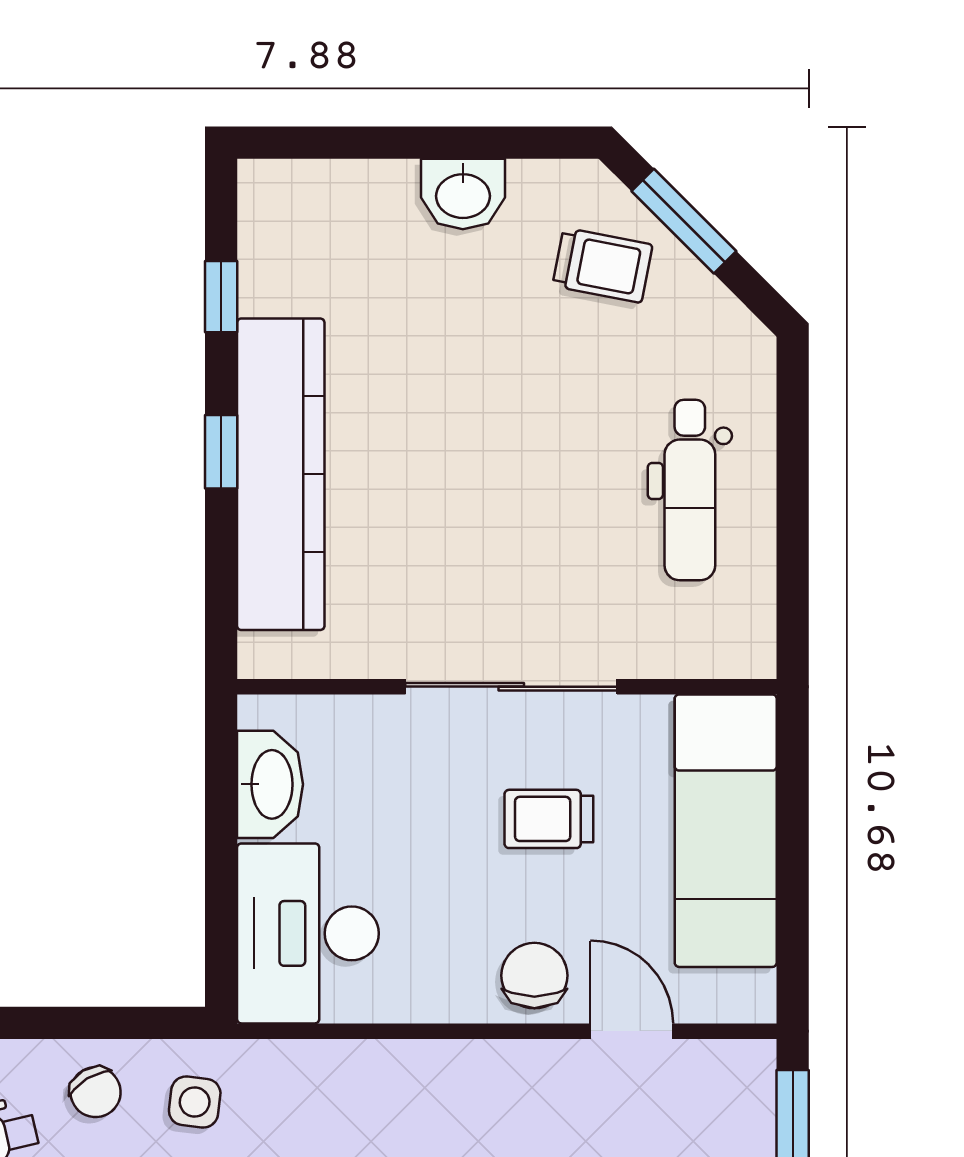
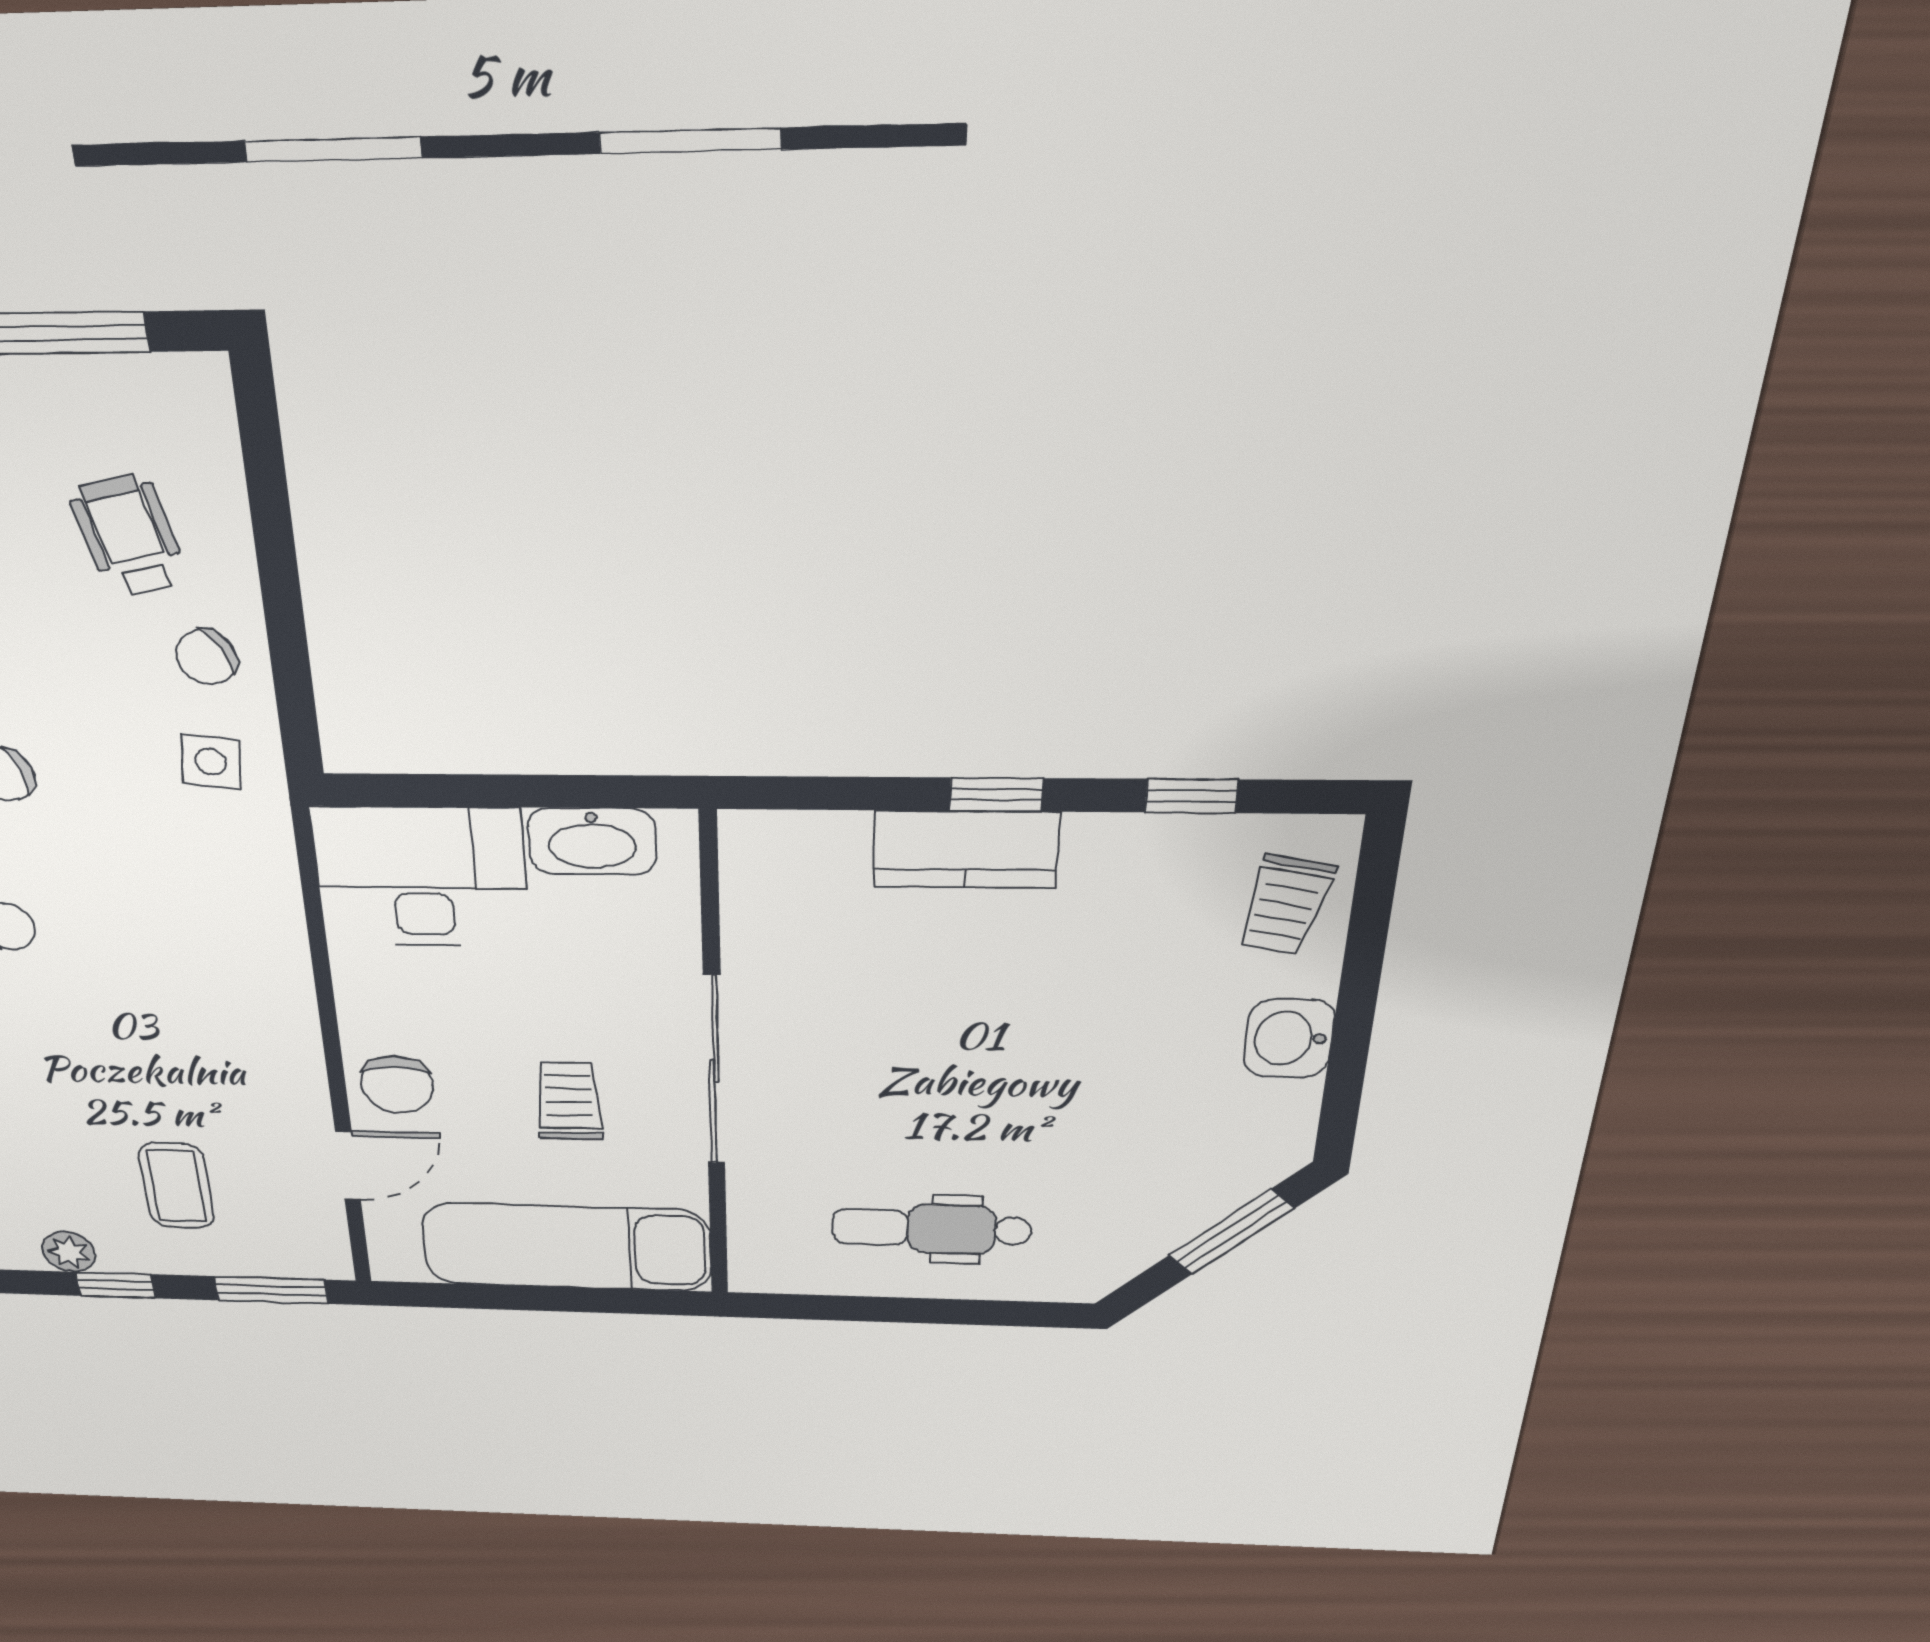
trolley: (603, 265) -> (1285, 905), moved
kitchen counter: (281, 474) -> (966, 850), width x0.48, depth x0.86
chair: (534, 976) -> (397, 1085), turned 90

